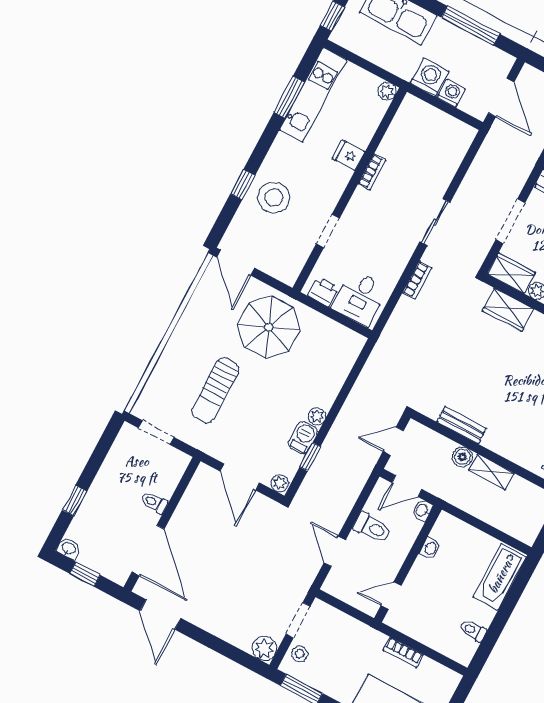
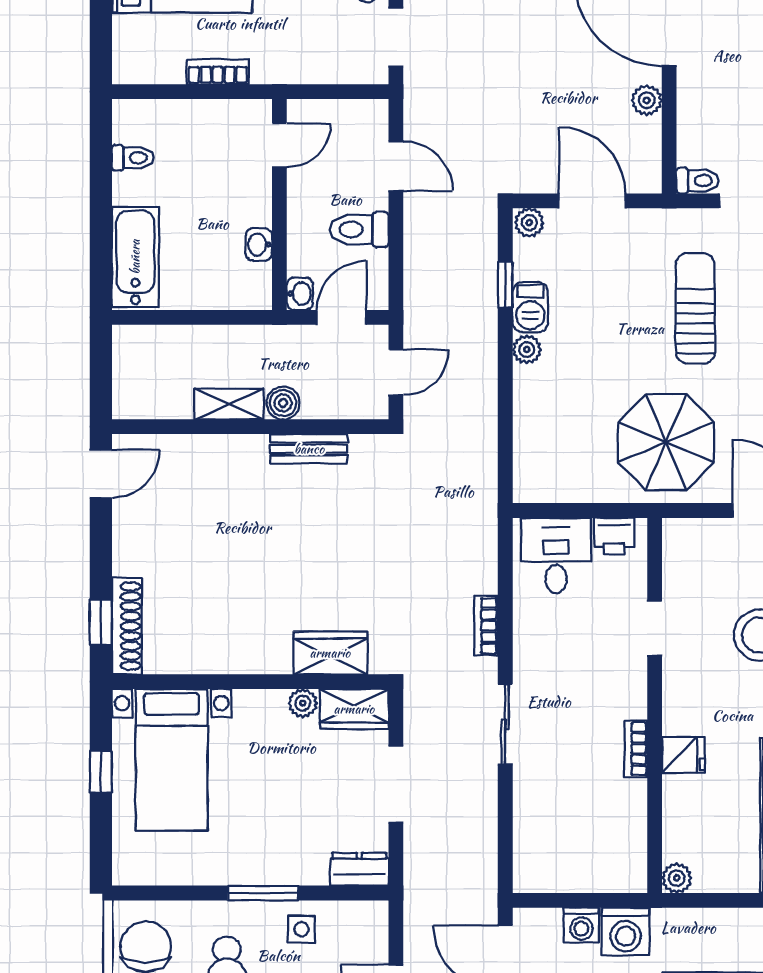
toilet: (154, 502) -> (698, 181), moved
plant: (182, 515) -> (647, 100), added

